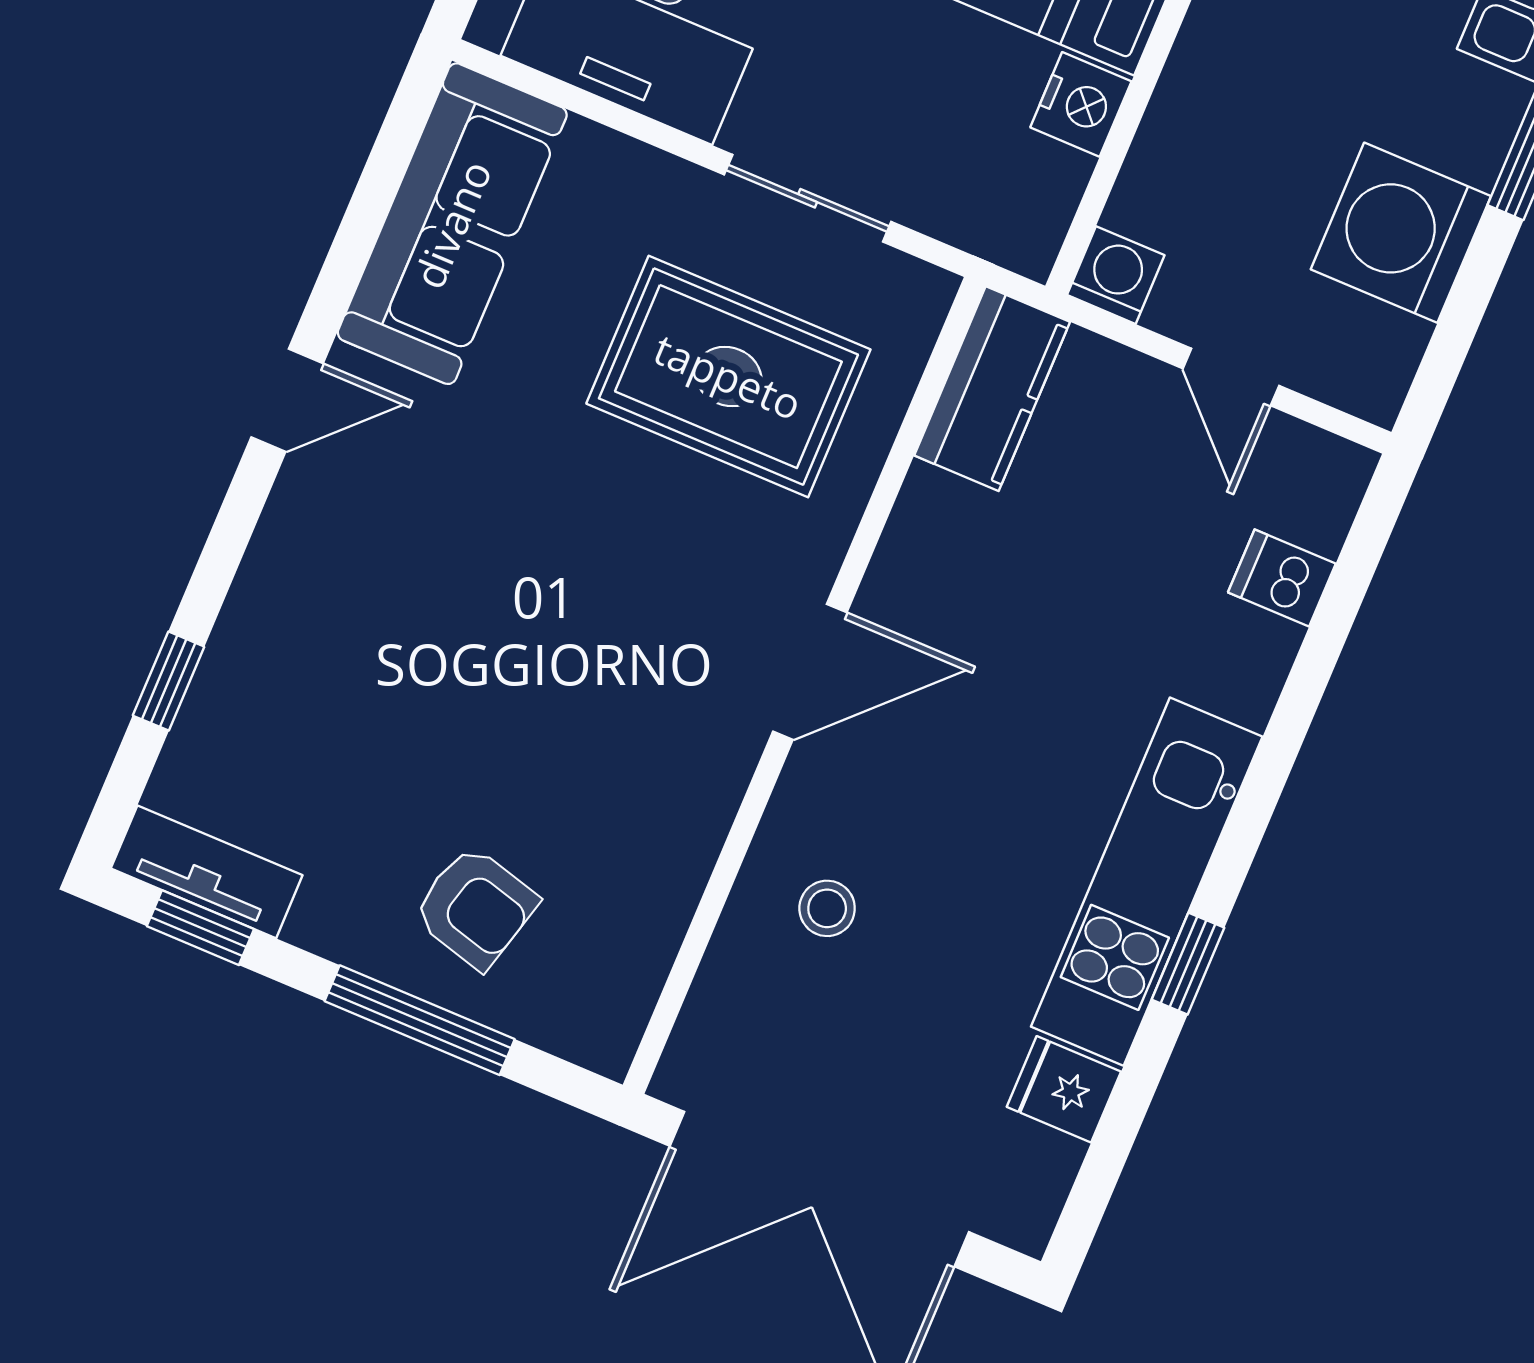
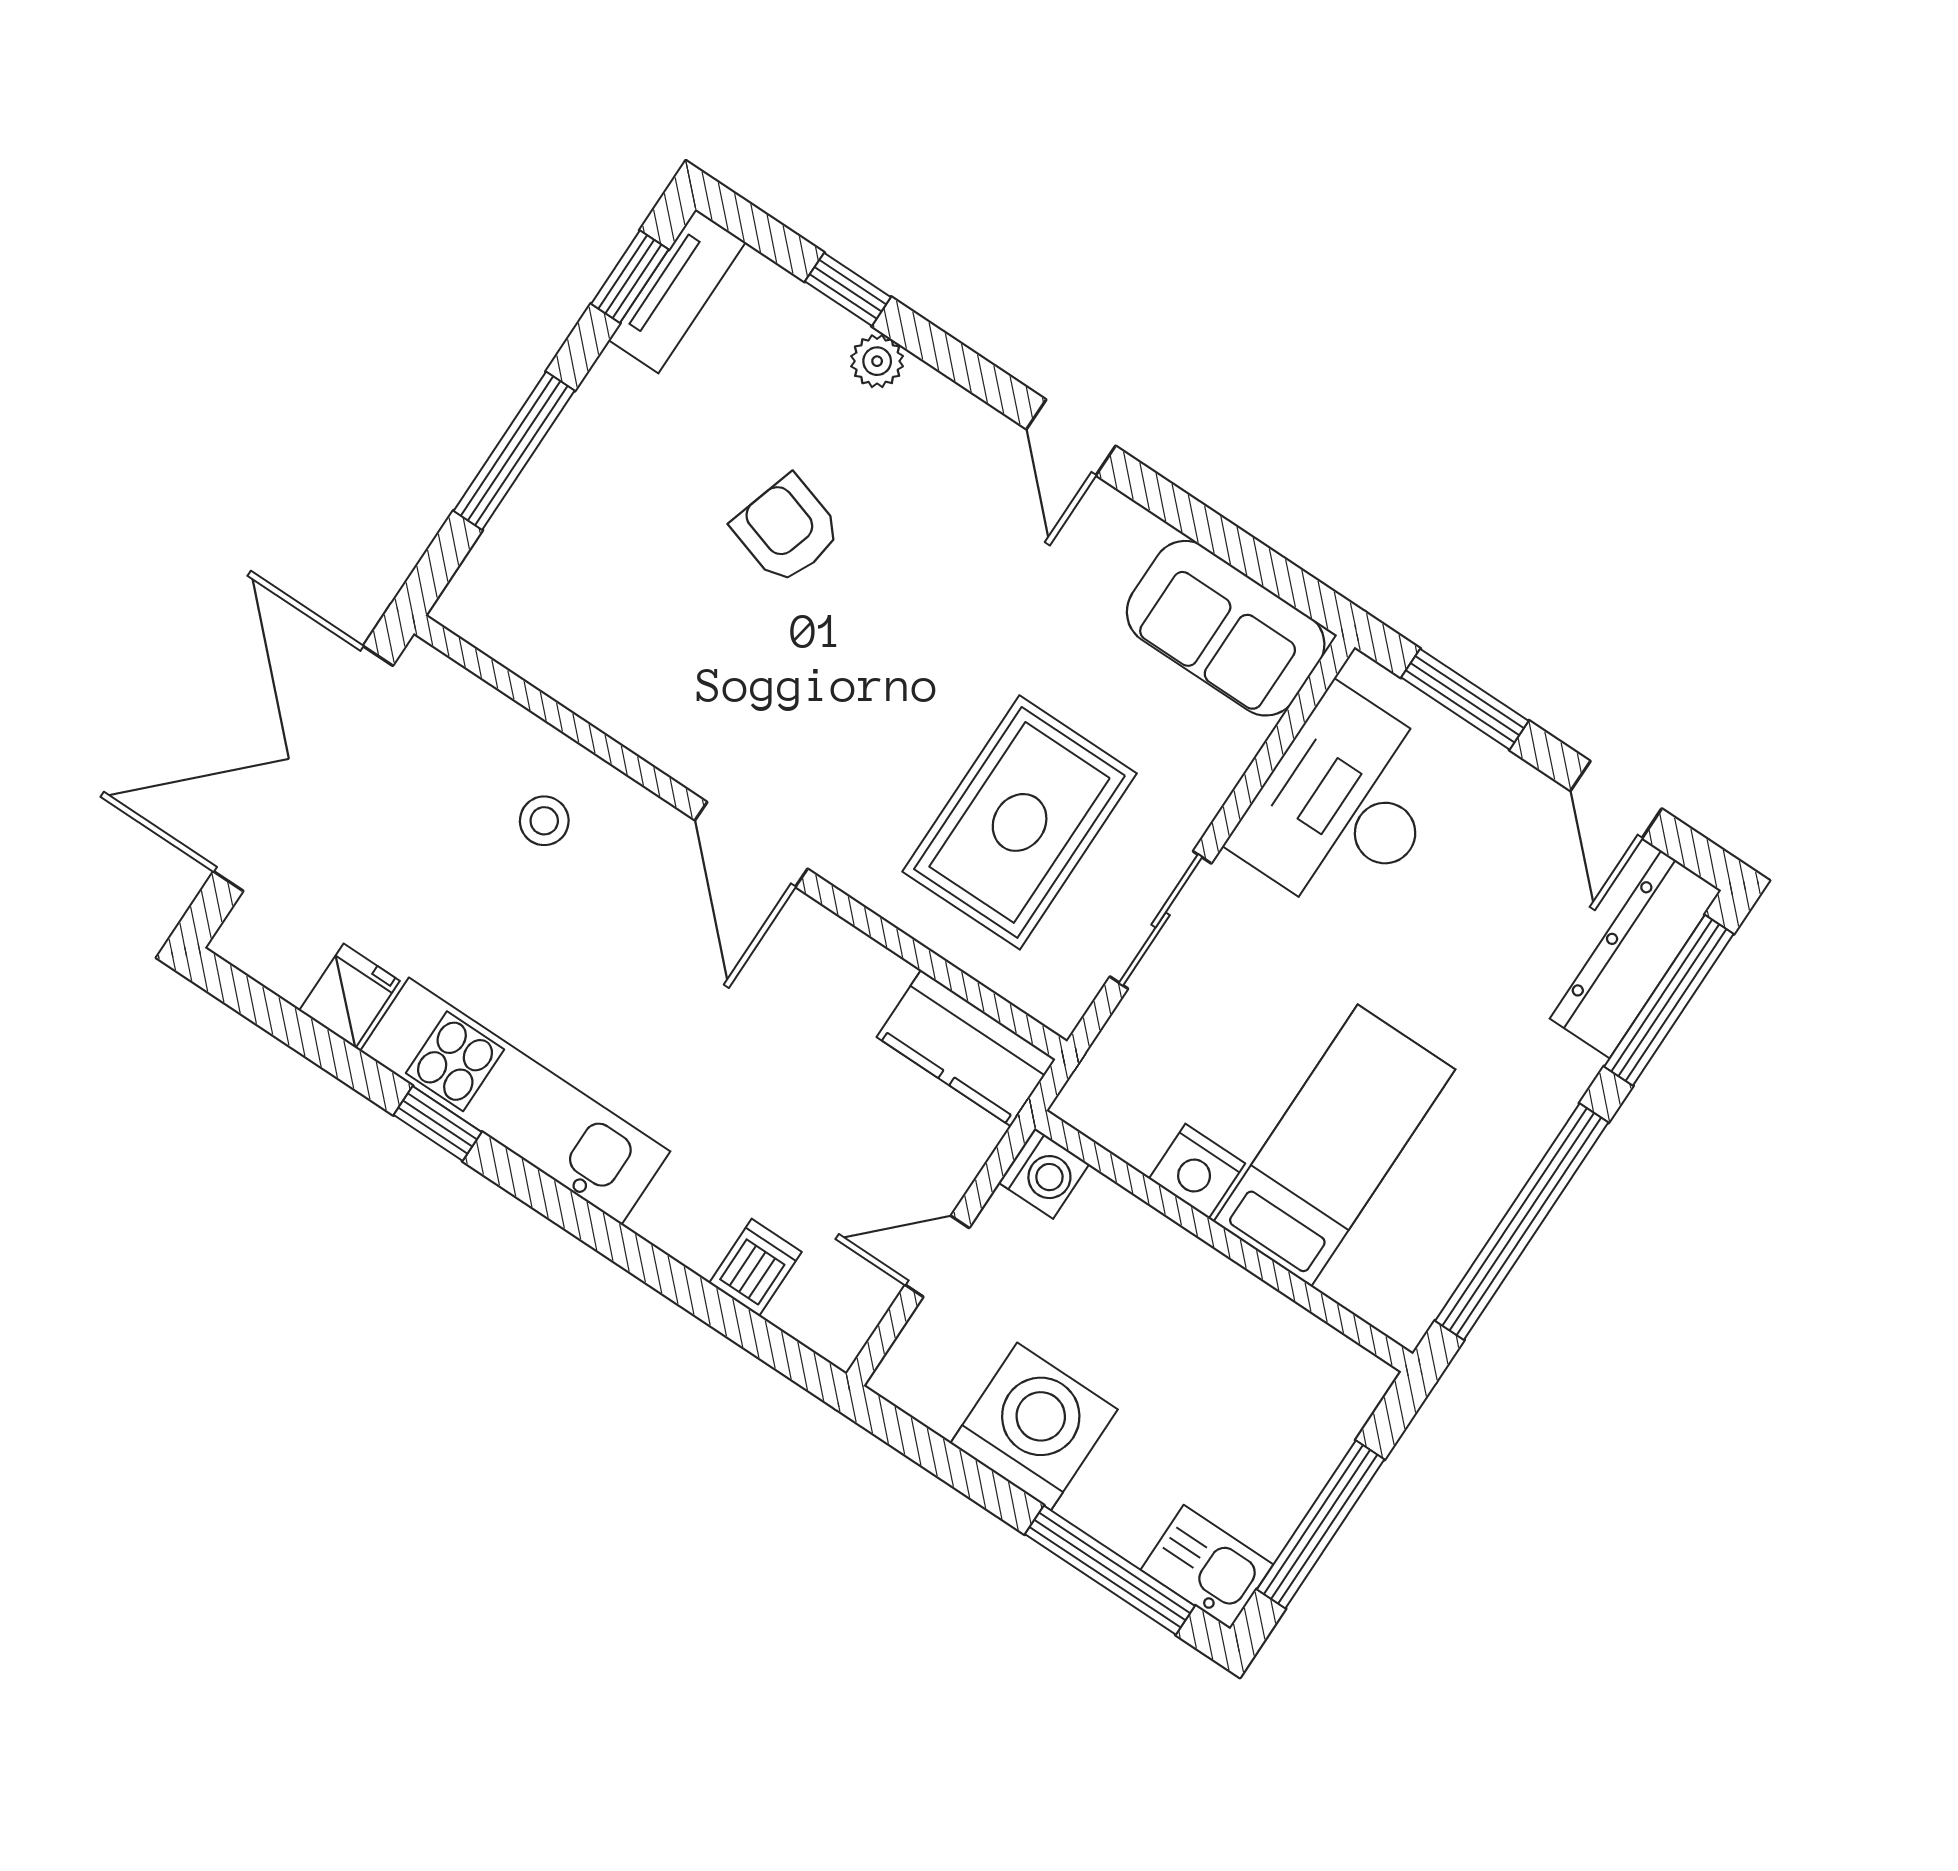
sofa: (452, 224) -> (1226, 628), width x0.73
plant: (243, 633) -> (877, 361), added
armchair: (475, 907) -> (787, 530), moved, turned 92

